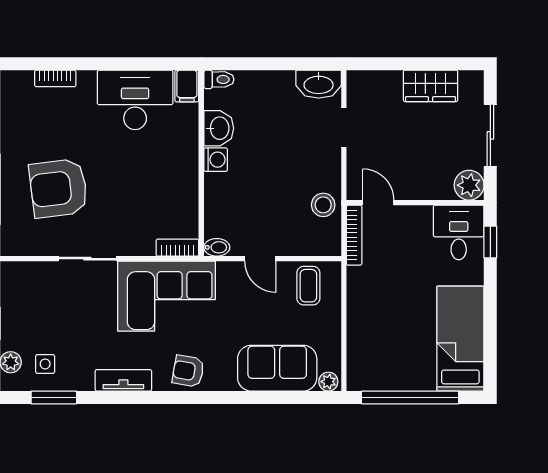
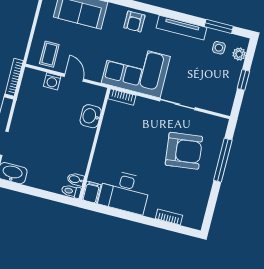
washbasin: (219, 128) -> (91, 116), moved
washing machine: (216, 160) -> (52, 81), moved, turned -90
stool: (323, 205) -> (28, 100), removed
bidet: (217, 247) -> (76, 179), moved
armchair: (188, 371) -> (134, 21), turned 80
tv unit: (123, 380) -> (181, 28), width x1.41

